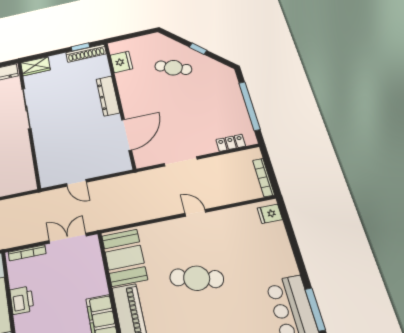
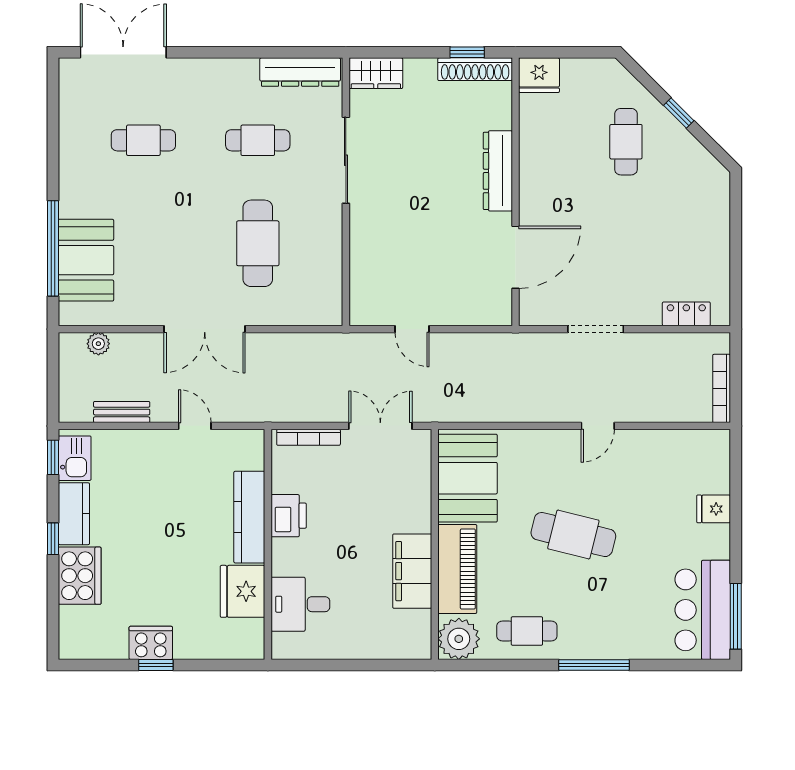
fridge: (121, 62) -> (539, 75), moved, turned 90
cafe table: (173, 68) -> (626, 142), turned 66
window: (249, 106) -> (736, 252), removed
door: (195, 213) -> (598, 426), swing flipped
fridge: (270, 214) -> (714, 509), moved

